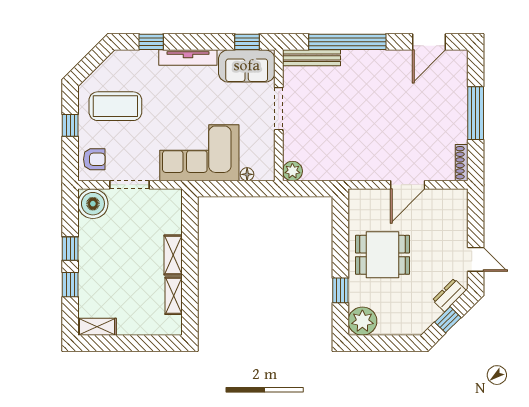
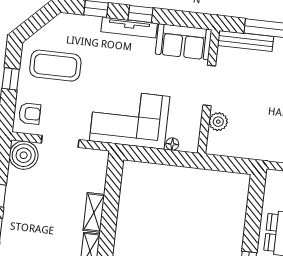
window: (247, 42) -> (140, 14), moved
plant: (292, 171) -> (218, 122), moved

